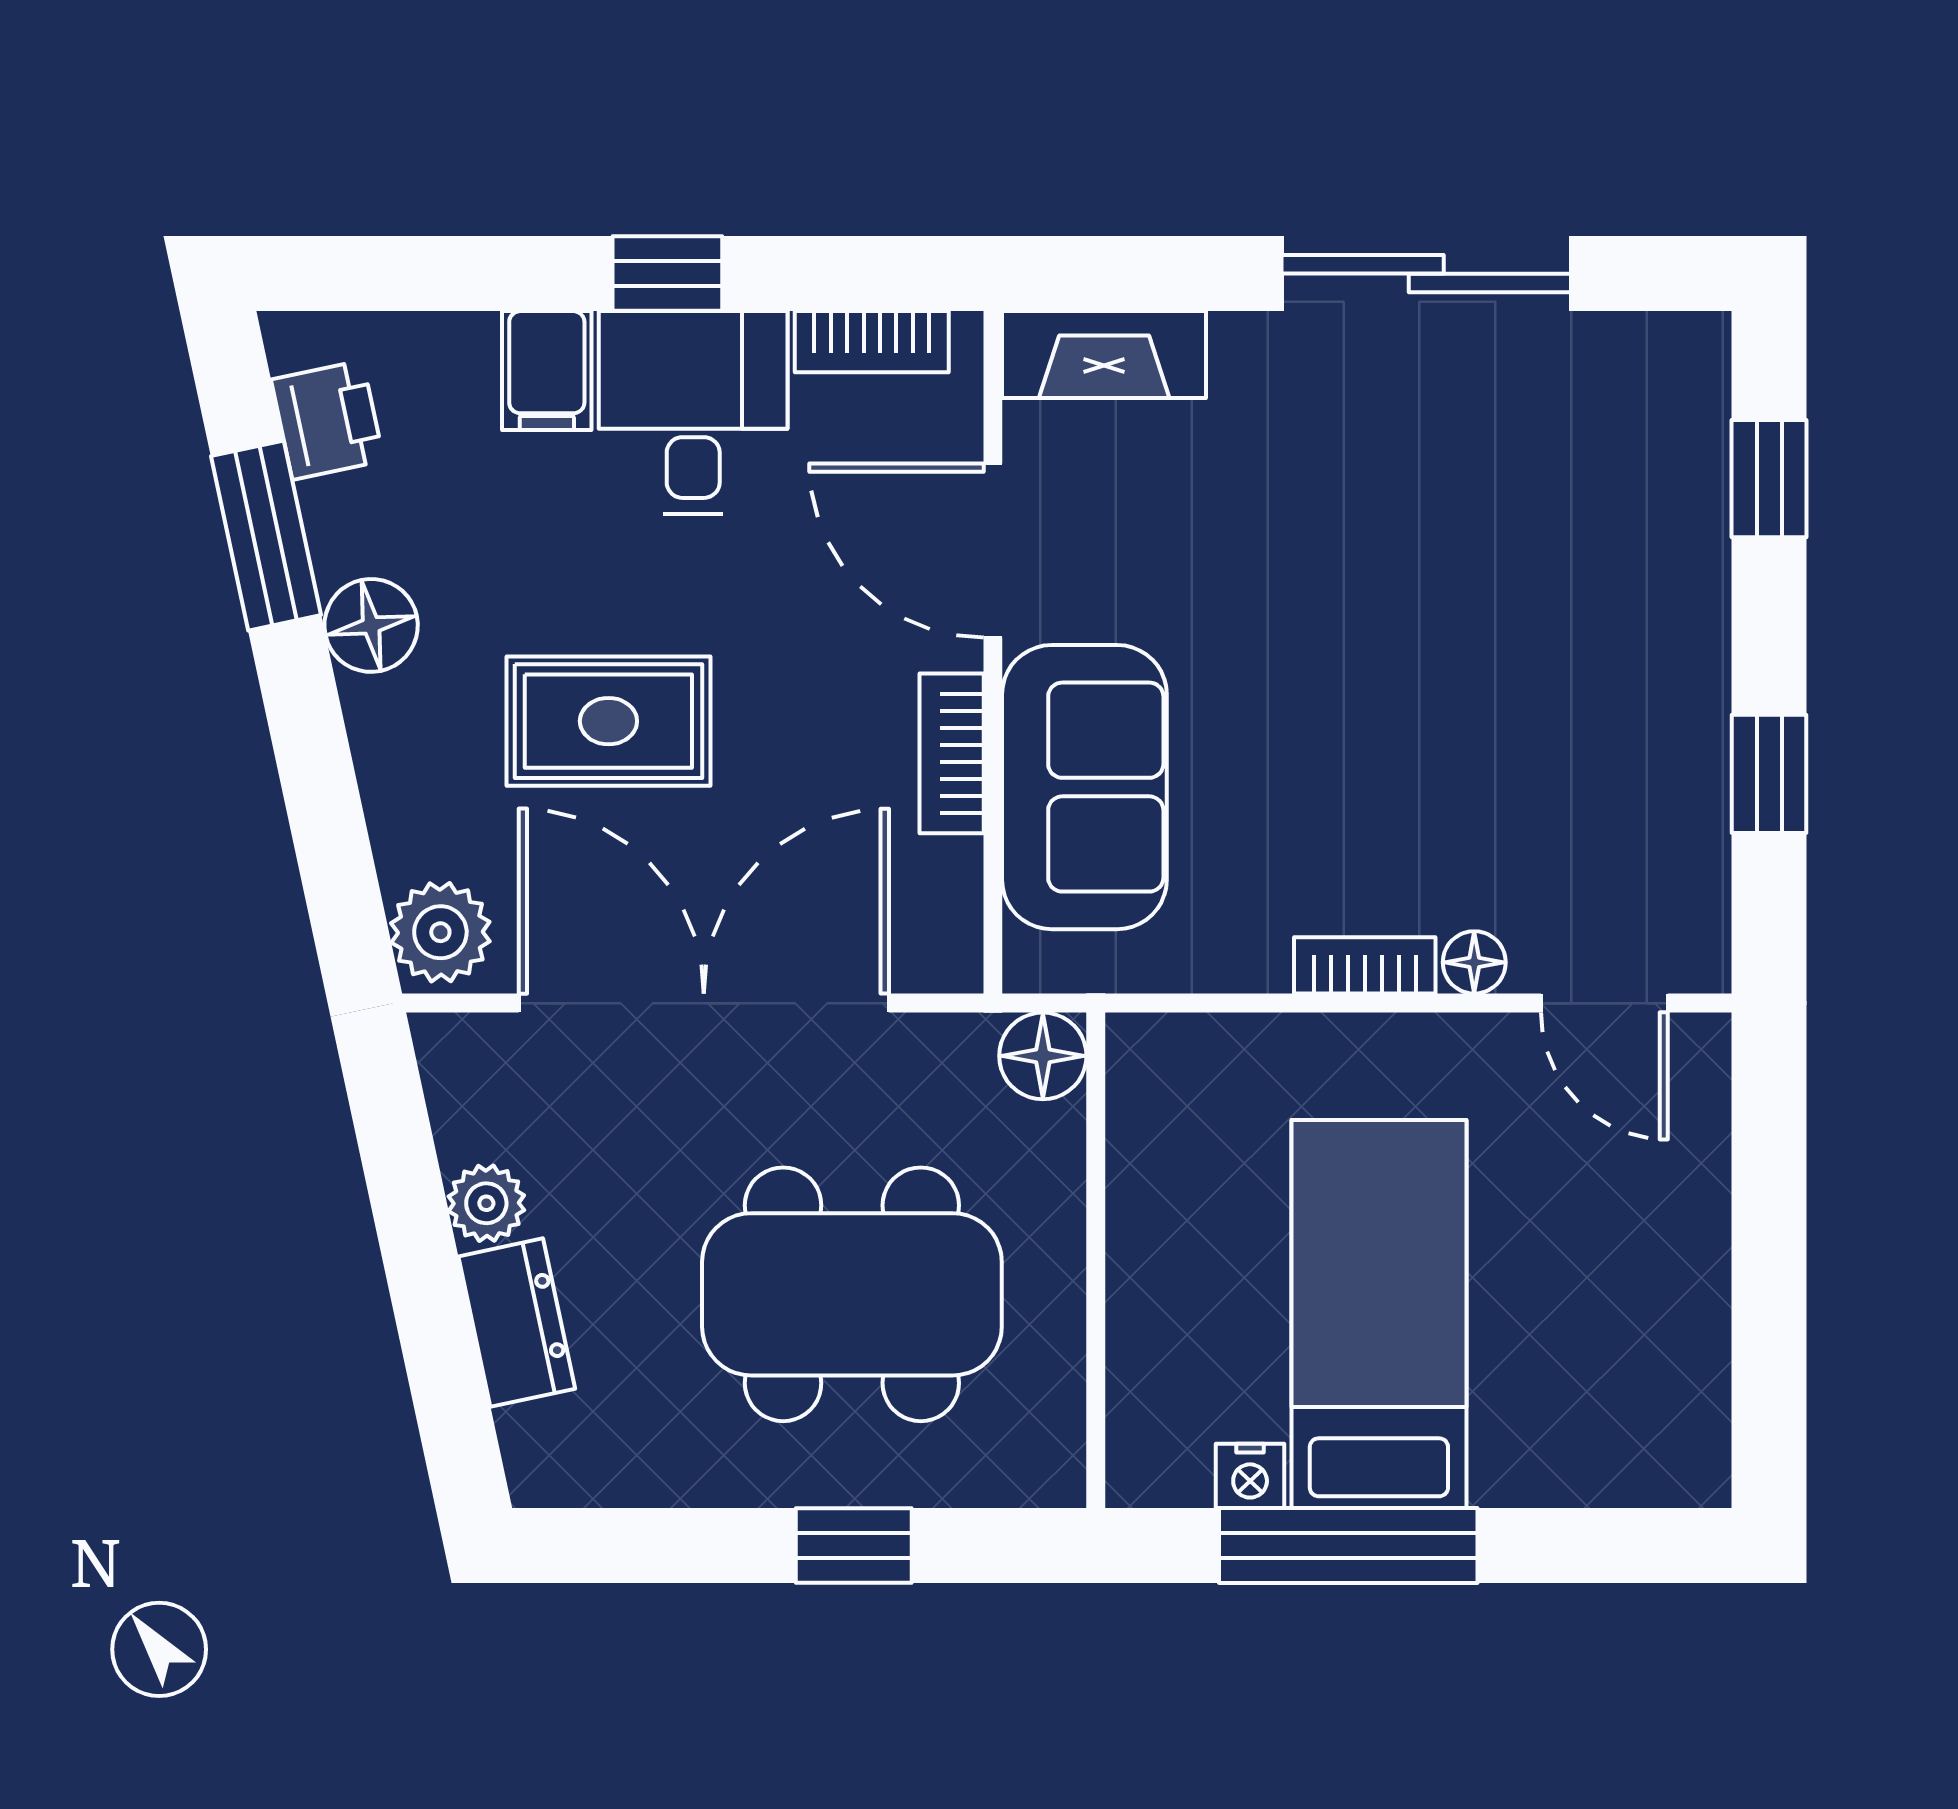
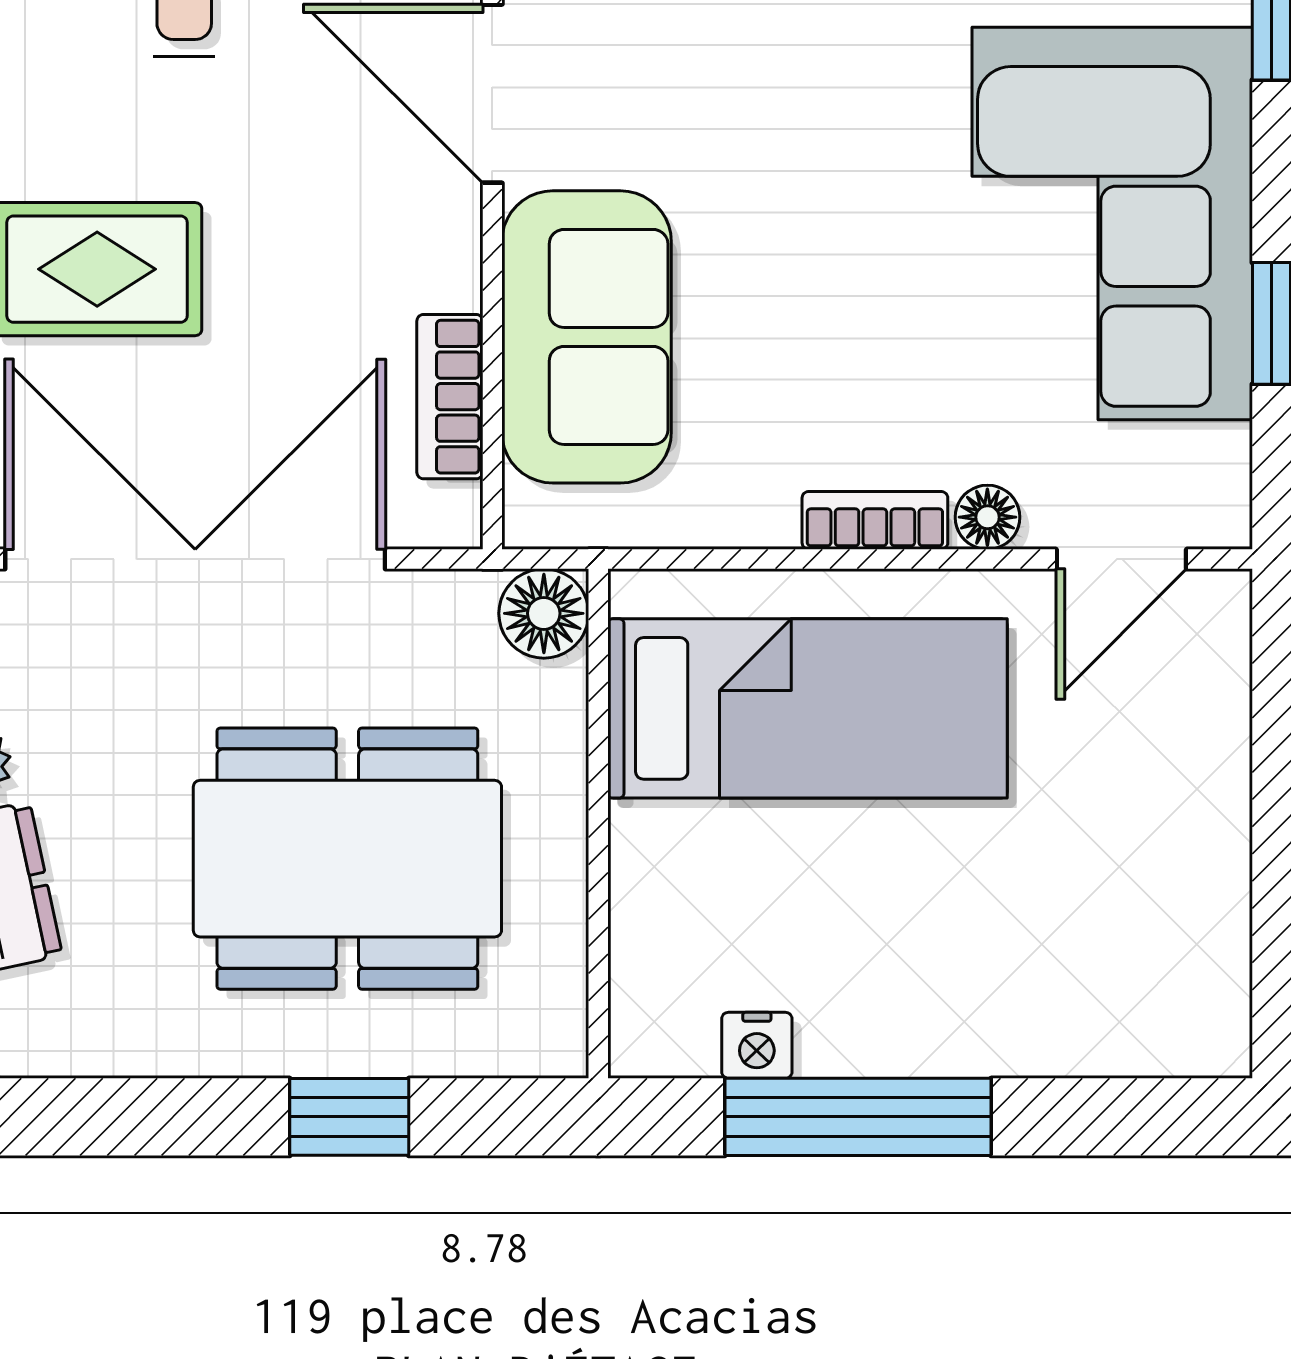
corner sofa: (1595, 677) -> (1112, 224), added
bookcase: (952, 753) -> (450, 397), moved
door: (1604, 1003) -> (1121, 559), hinge flipped
bed: (1379, 1314) -> (807, 708), moved, turned 90

